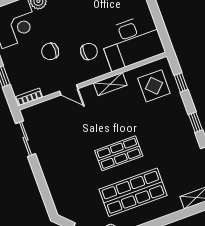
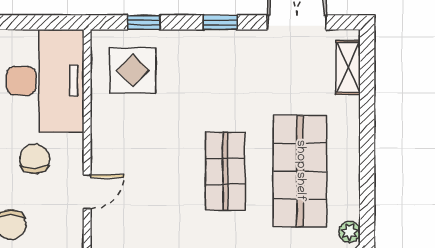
shelving: (110, 84) -> (103, 143), removed
door: (69, 90) -> (87, 192), moved

